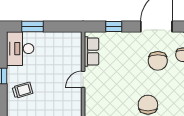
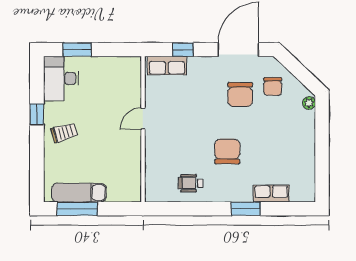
row of seats: (92, 51) -> (167, 65), moved, turned 90

